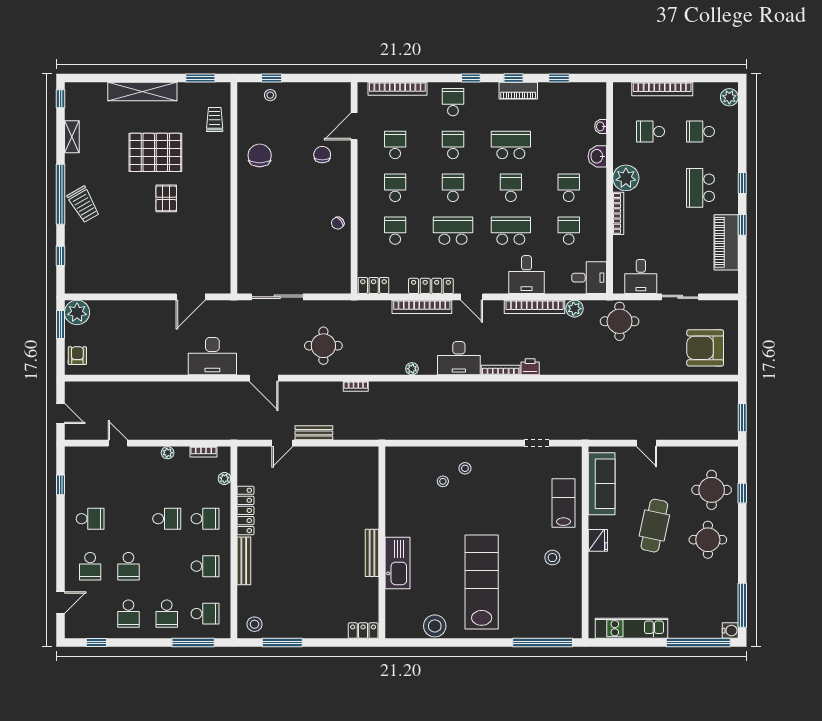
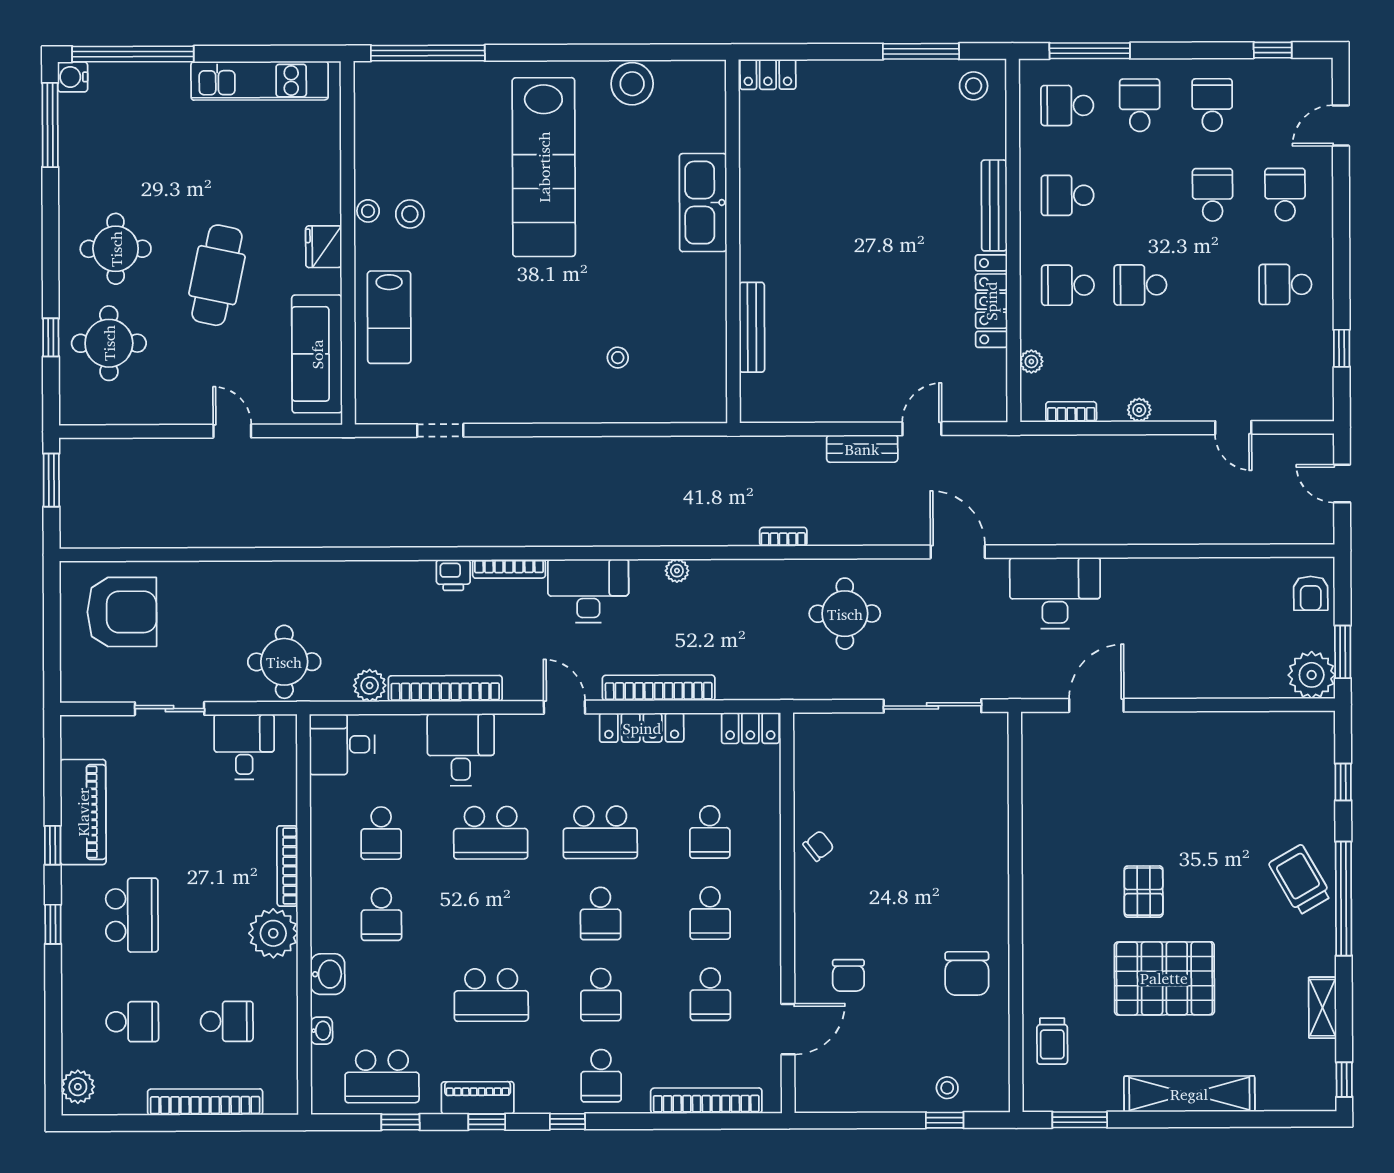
school desk: (511, 188) -> (382, 1076), moved, width x1.85
stool: (465, 468) -> (368, 211), moved
bench: (372, 553) -> (752, 327), moved

